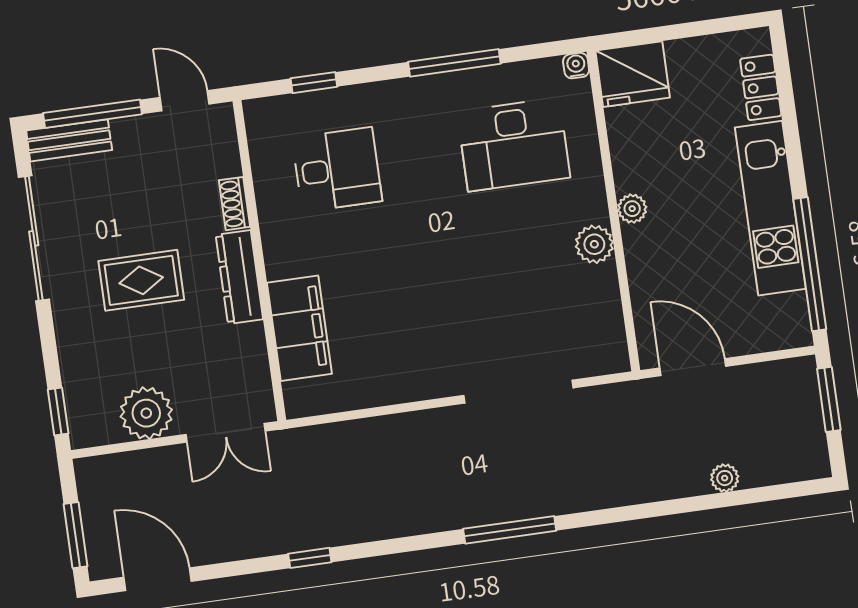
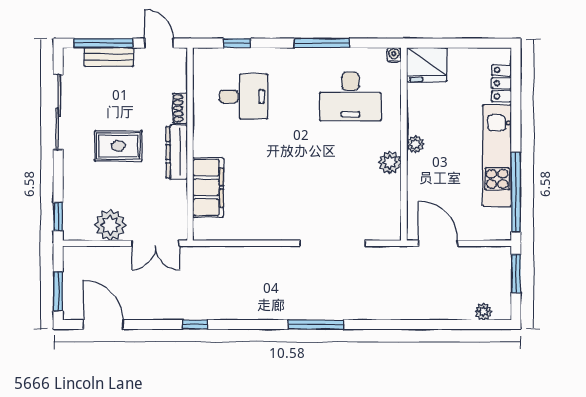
bench: (69, 140) -> (109, 57), moved
plant: (725, 478) -> (483, 312), moved

